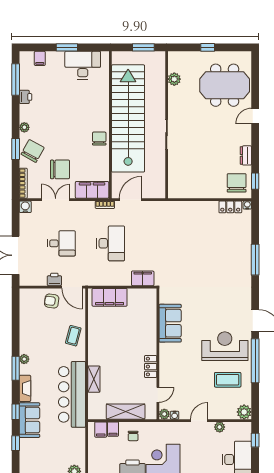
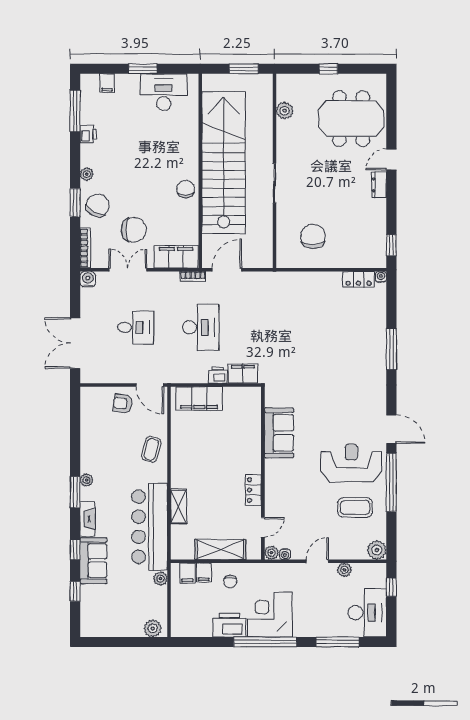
dresser: (246, 155) -> (379, 185), moved
chair: (237, 183) -> (313, 237), moved
printer: (54, 279) -> (218, 375), moved
plant: (80, 434) -> (160, 579), added

